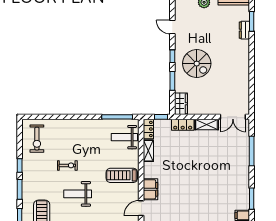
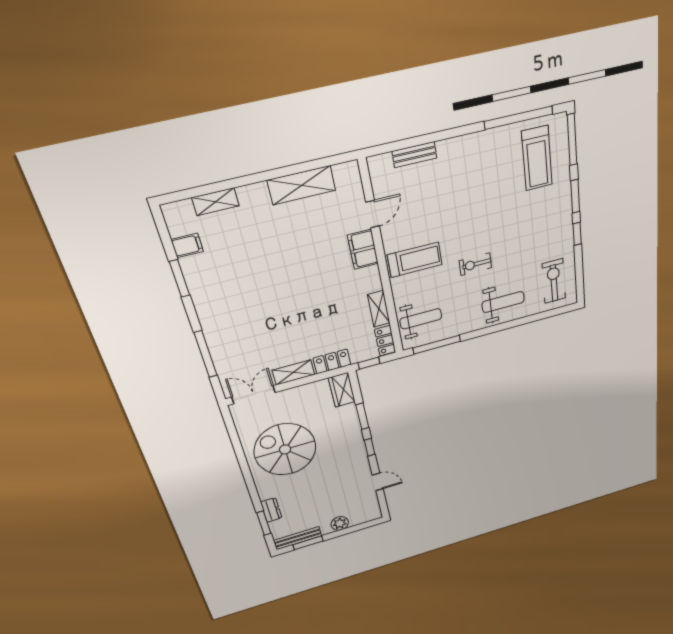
spiral stairs: (197, 64) -> (285, 449), moved, width x1.37, depth x1.37
exercise bike: (67, 165) -> (475, 264), moved
weight bench: (78, 194) -> (503, 302), moved

